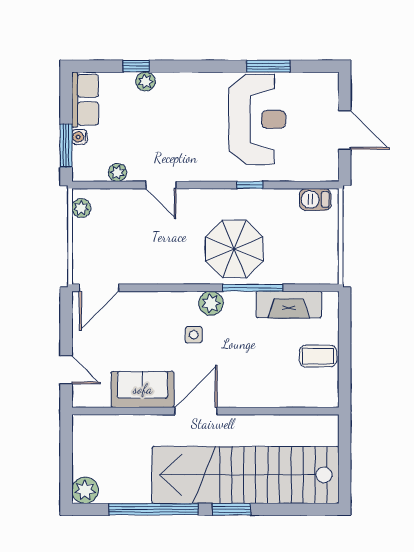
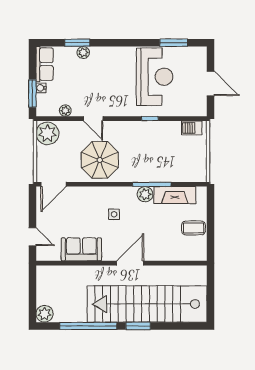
window: (136, 66) -> (77, 43), width x1.50
window: (268, 66) -> (174, 43), moved
plant: (81, 208) -> (47, 133), width x1.88, depth x1.88
parasol: (234, 249) -> (100, 160), moved
plant: (211, 303) -> (145, 194), moved
door: (196, 411) -> (130, 263), moved

